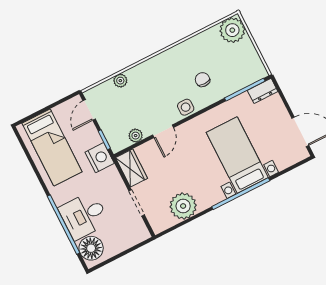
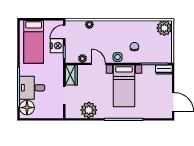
door: (163, 131) -> (99, 64), swing flipped
bed with nightstands: (237, 155) -> (124, 86), moved, turned 180
nightstand: (100, 158) -> (57, 46), moved

